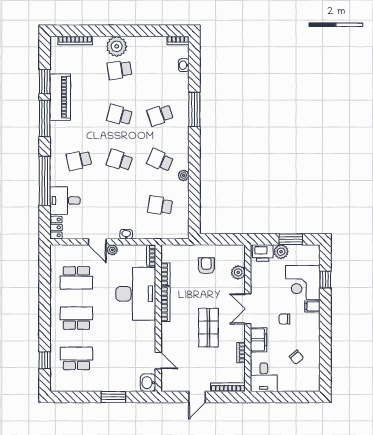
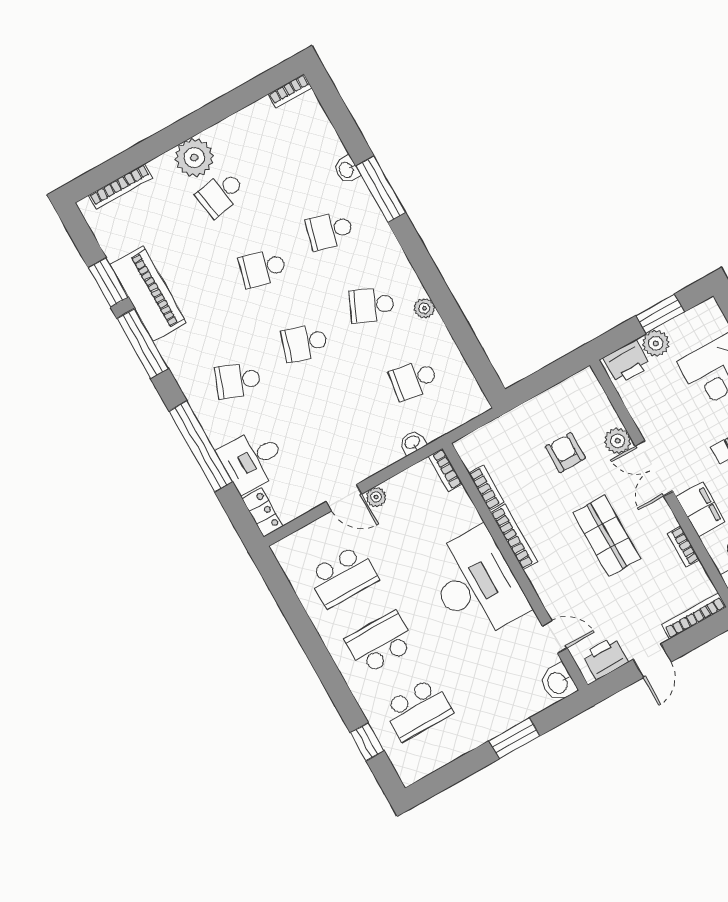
washbasin: (184, 65) -> (347, 170), moved
school desk: (160, 115) -> (330, 230), turned 33
school desk: (79, 160) -> (238, 380), turned 33
washbasin: (126, 234) -> (412, 443), moved
armchair: (206, 266) -> (565, 452), moved
plant: (238, 272) -> (618, 441), moved
desk: (136, 294) -> (476, 584), moved
school desk: (76, 358) -> (418, 709), turned 180
printer: (176, 384) -> (605, 658), added

